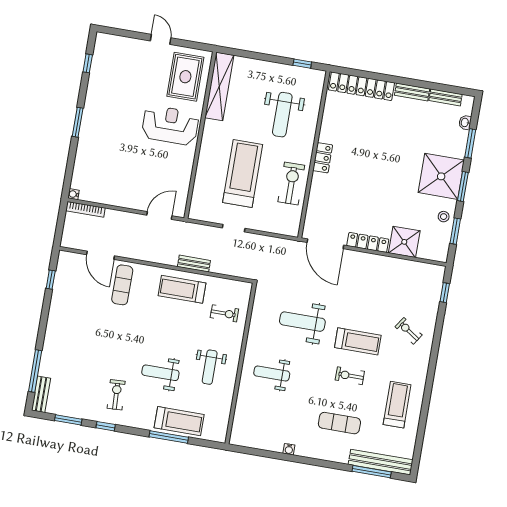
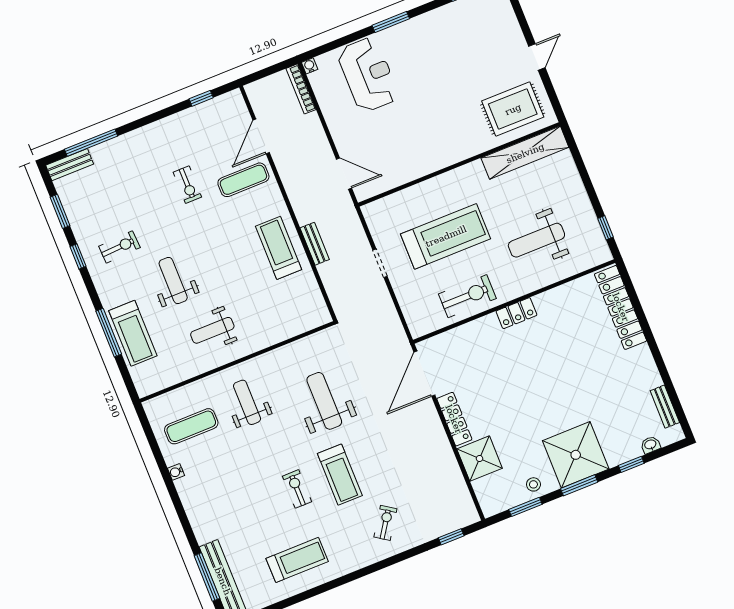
bench: (412, 92) -> (648, 366), removed
reception desk: (170, 125) -> (368, 75), moved
window: (470, 143) -> (631, 464), width x0.67
exercise bike: (224, 313) -> (187, 185), moved
exercise mat: (339, 423) -> (191, 426), moved, turned 90

